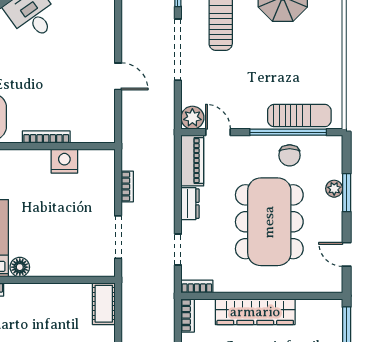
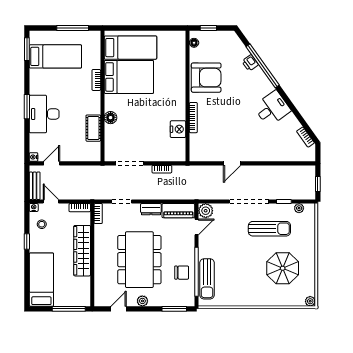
chair: (290, 155) -> (182, 273), turned 180
plant: (334, 189) -> (142, 301), moved
window: (347, 193) -> (174, 309), moved
dining table: (269, 222) -> (139, 260), turned 90
floor lamp: (20, 267) -> (111, 118), moved
cot: (104, 304) -> (93, 128), moved, turned 90

